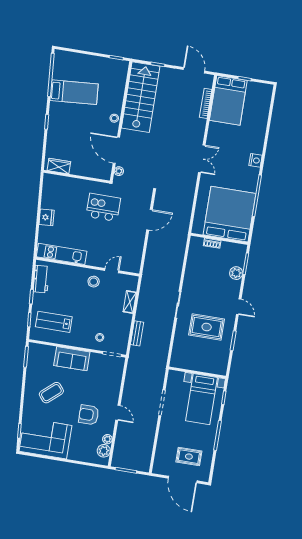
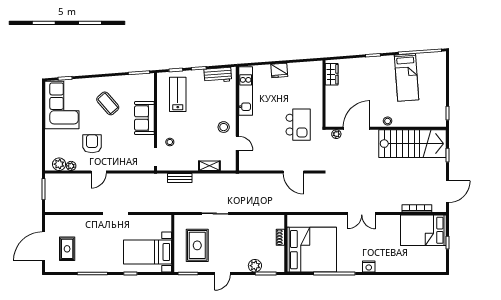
wall: (197, 373) -> (173, 244), moved
bed with nightstands: (202, 399) -> (147, 252), moved

